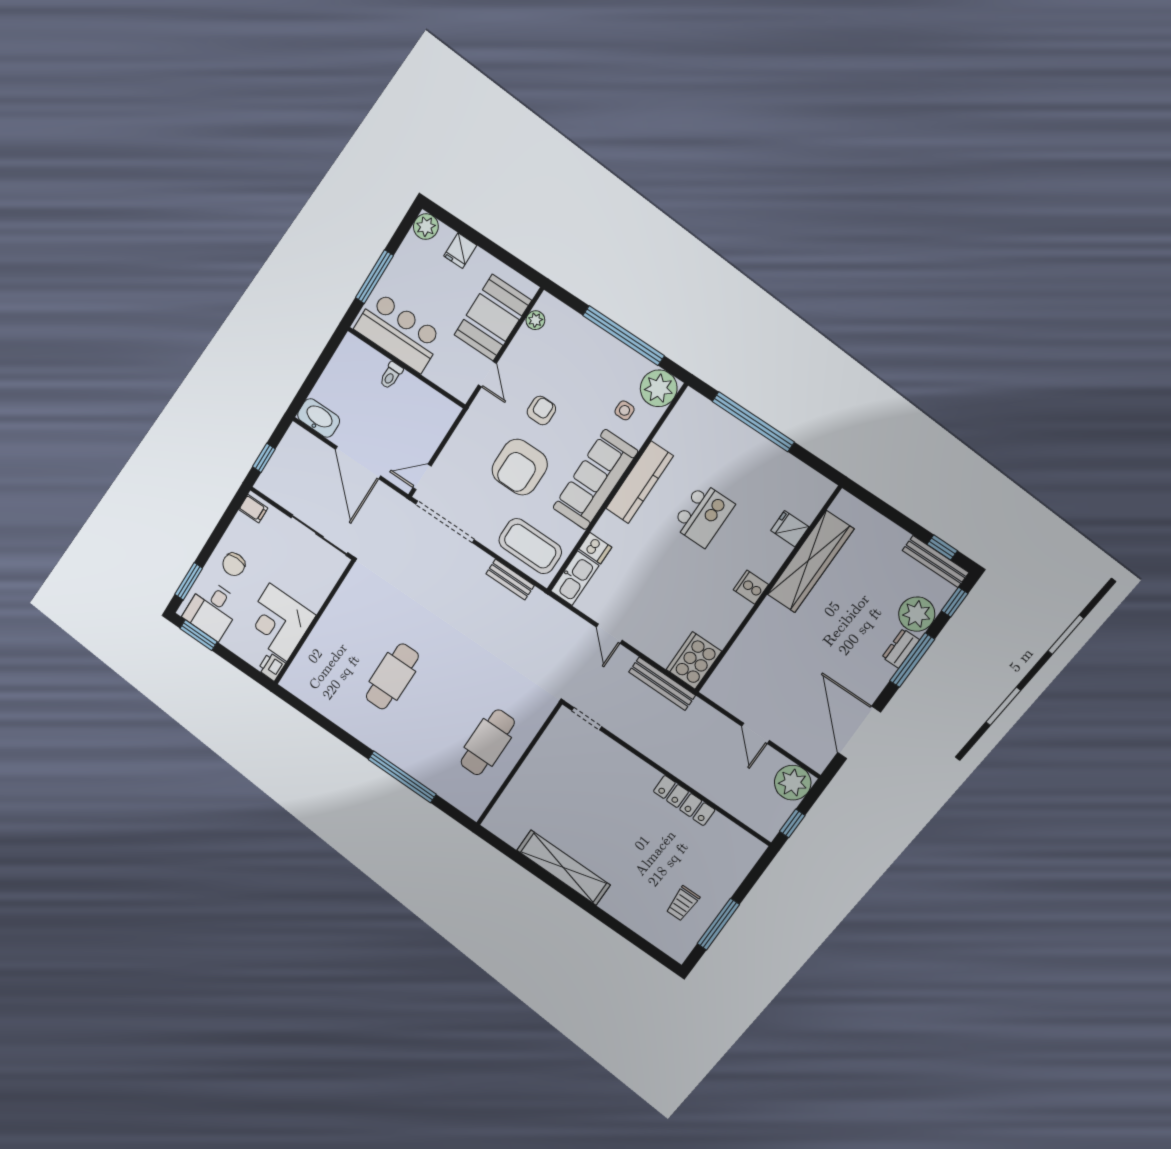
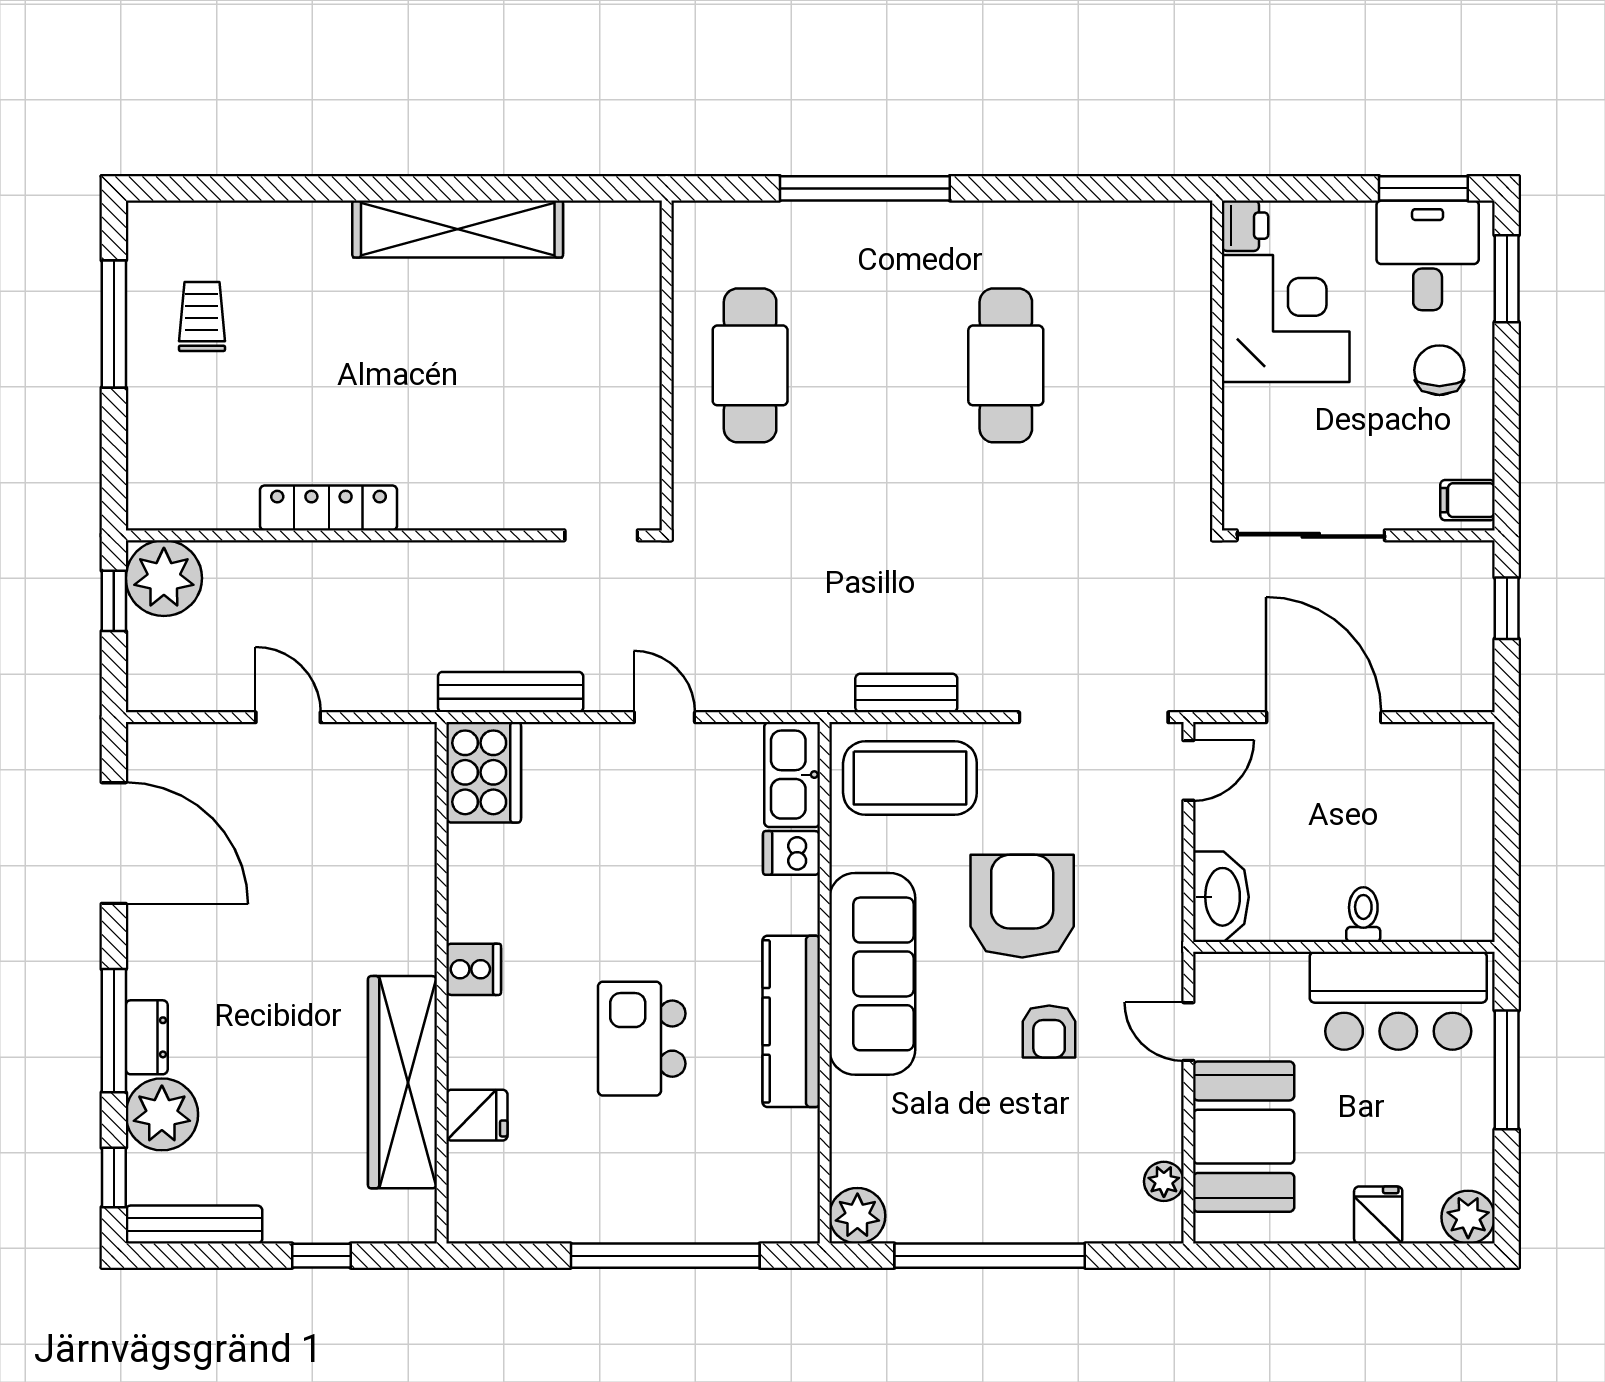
plant: (659, 388) -> (857, 1216), width x0.73, depth x0.73
side table: (625, 410) -> (902, 1128), removed
washbasin: (319, 418) -> (1221, 897), moved, turned -90
window: (942, 547) -> (321, 1256), moved
plant: (793, 783) -> (164, 578), moved

